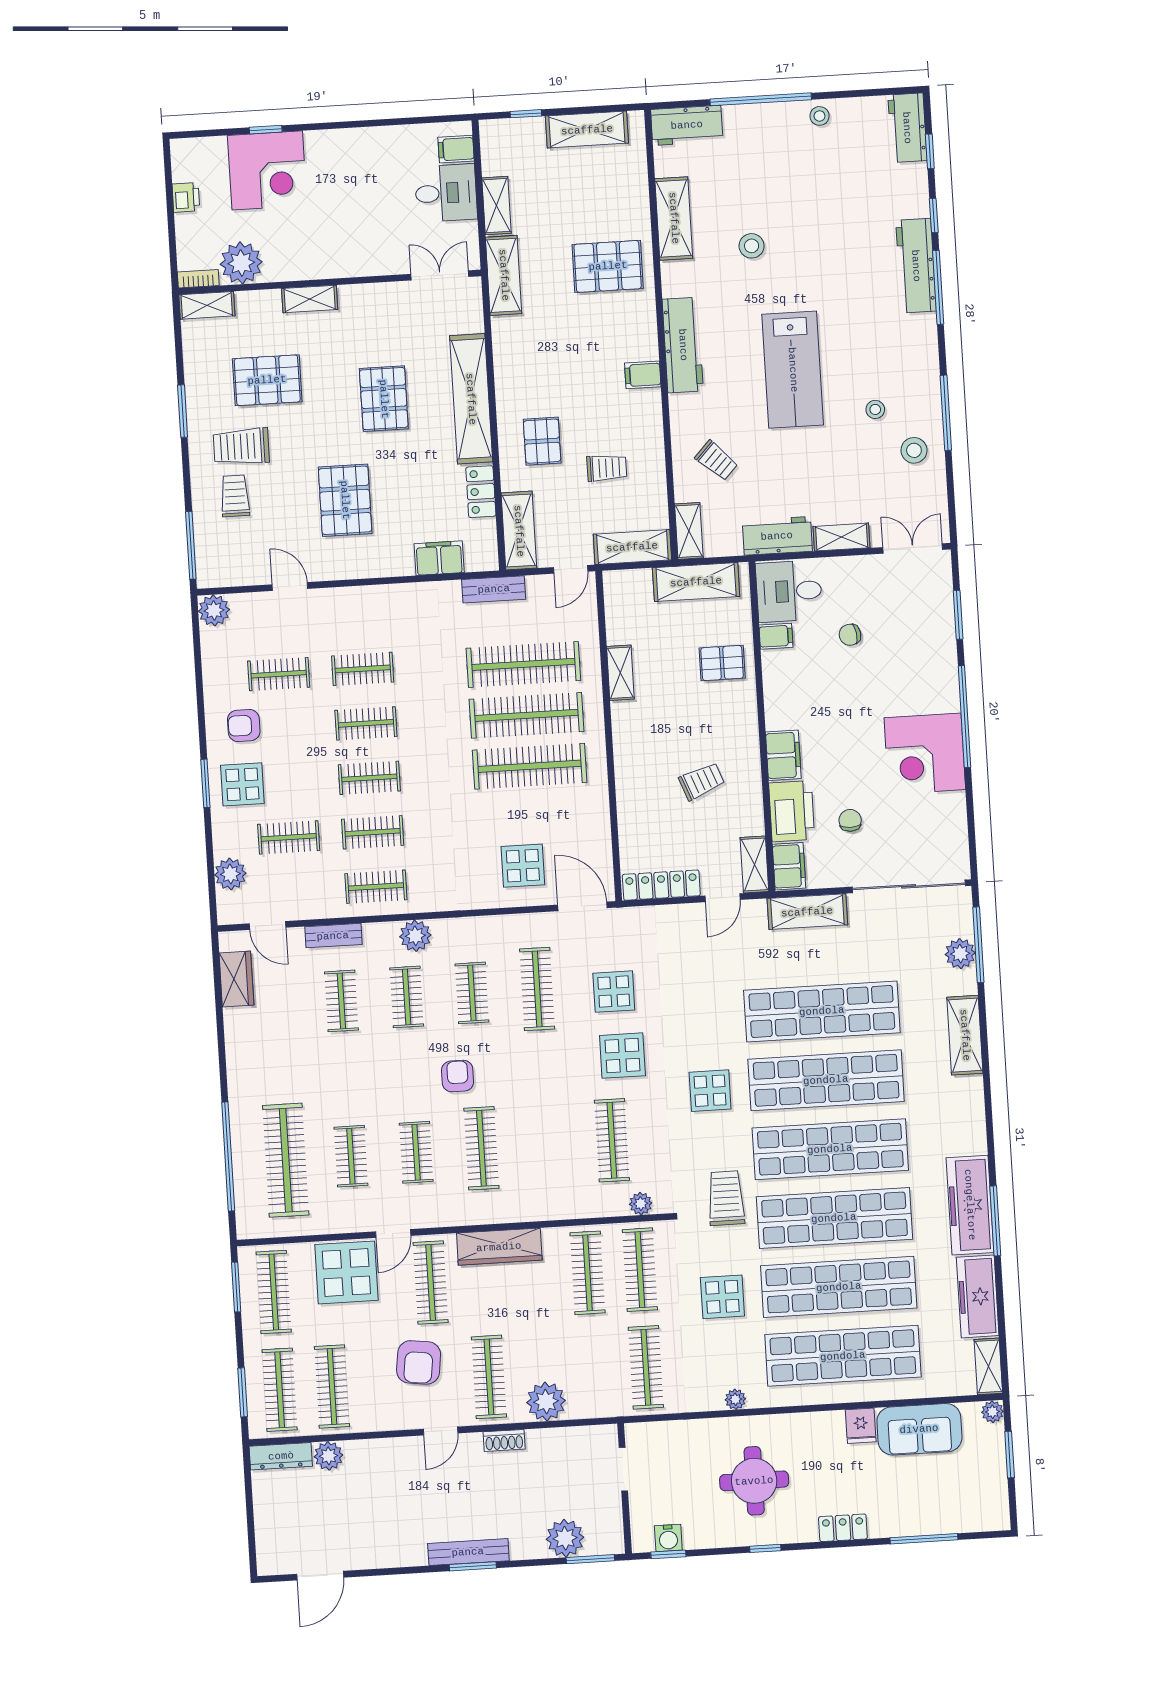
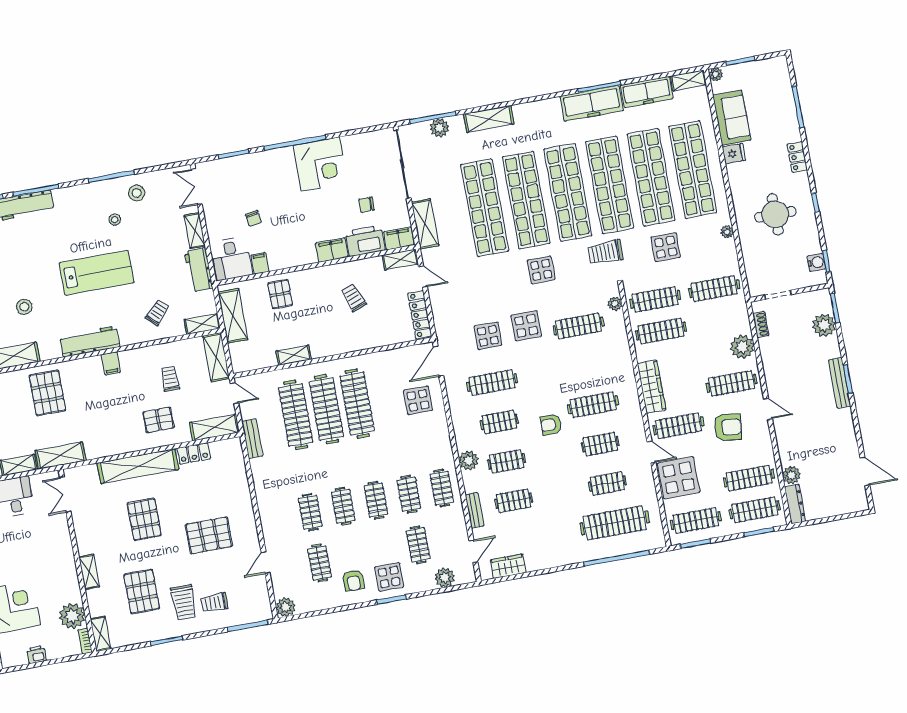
pallet: (384, 399) -> (144, 519), turned 90
filing cabinet: (439, 558) -> (237, 474), removed
shoe rack: (504, 1440) -> (761, 325), moved

